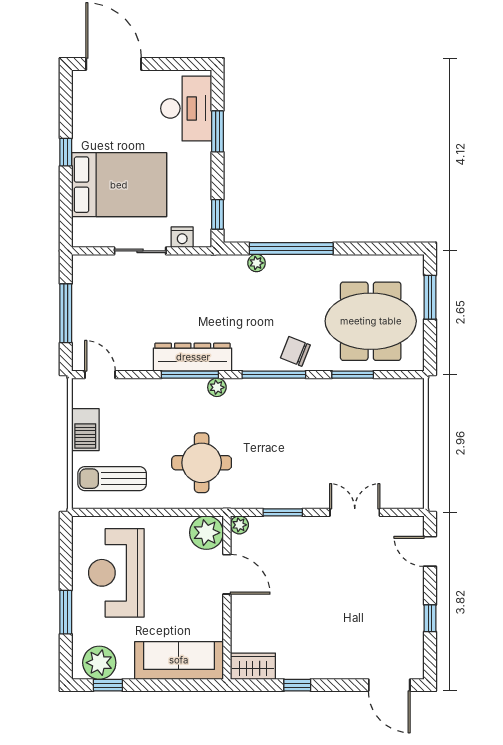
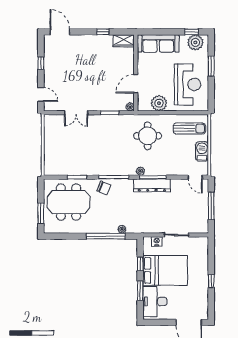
bed: (119, 185) -> (165, 270), moved, turned 180
window: (217, 214) -> (140, 264), moved
plant: (206, 533) -> (159, 103), moved
door: (227, 574) -> (136, 84), hinge flipped

